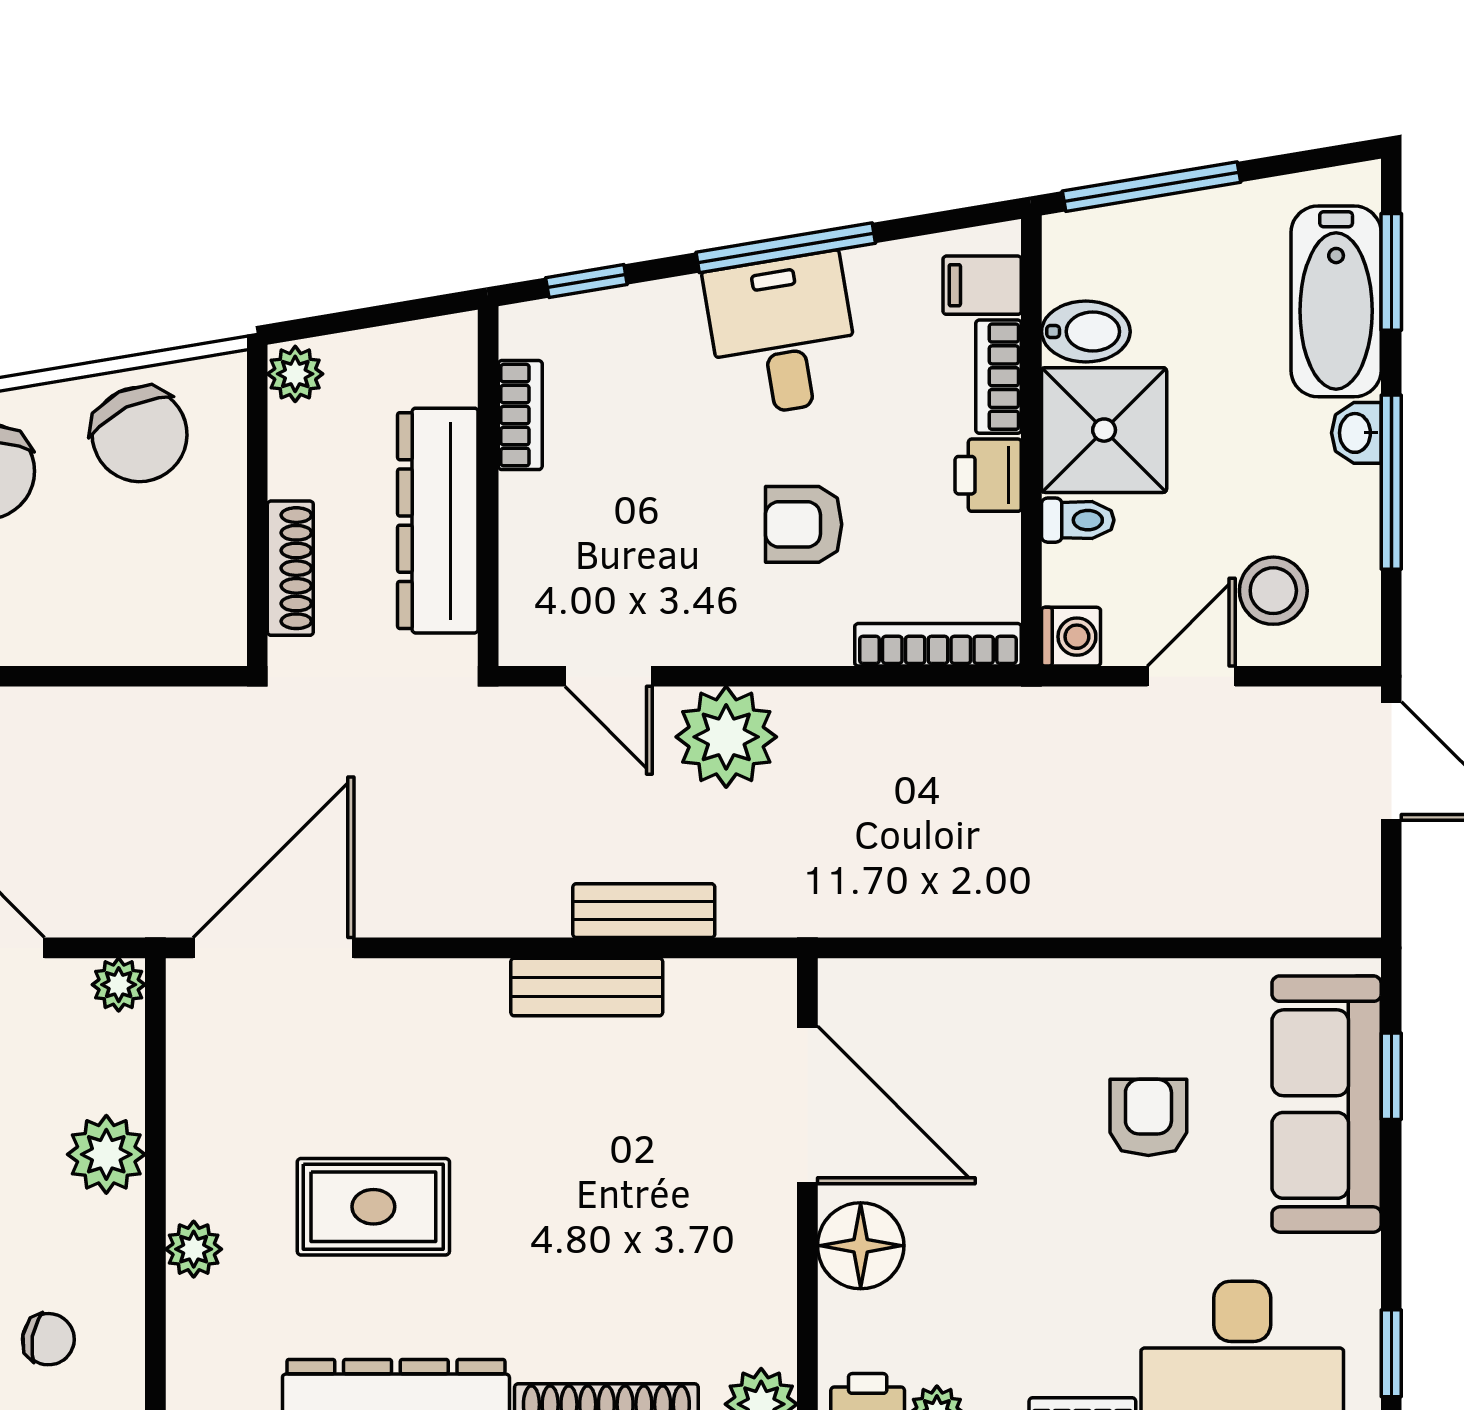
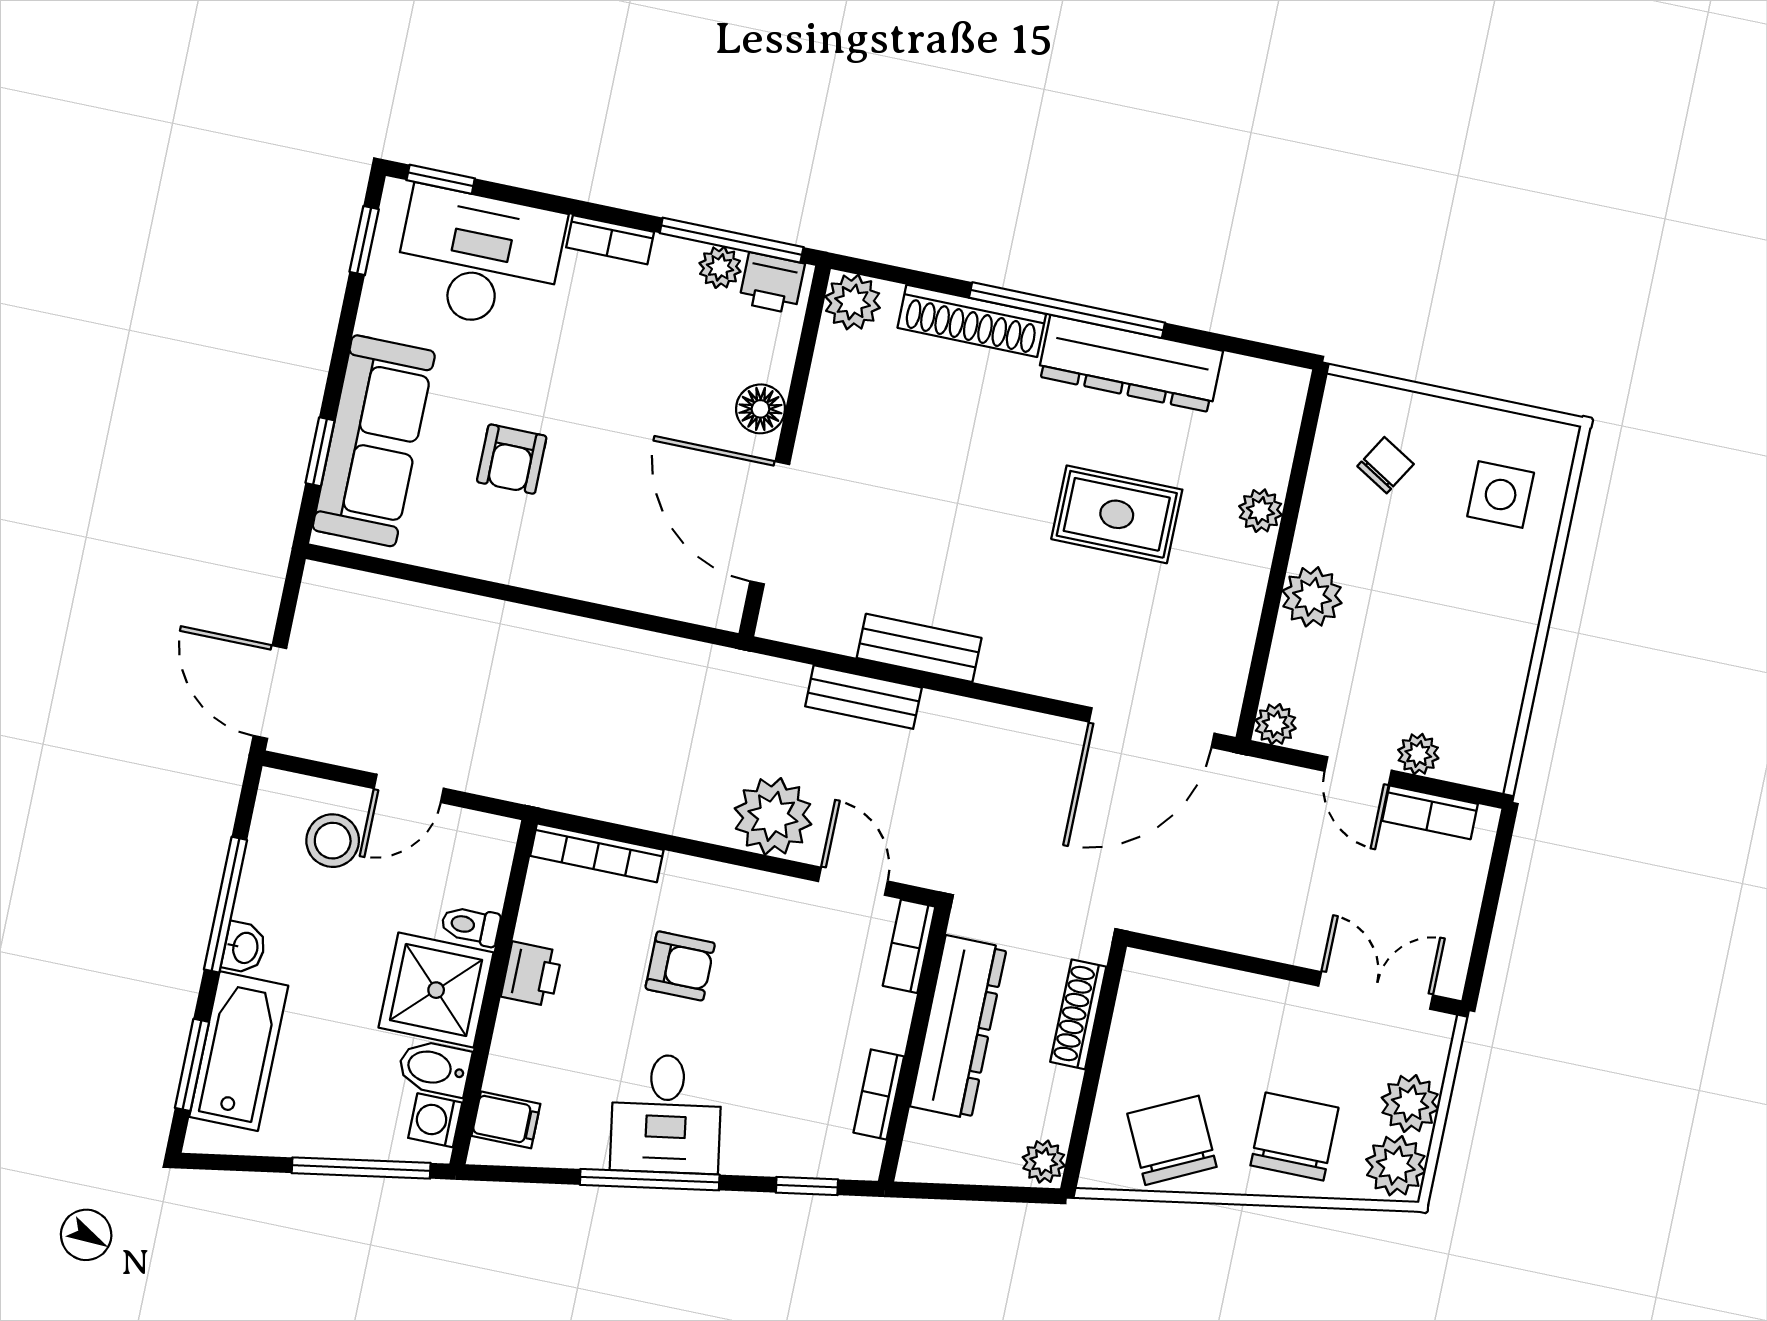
bookcase: (999, 377) -> (909, 946), moved, turned 180
washing machine: (1071, 637) -> (435, 1120), moved
floor lamp: (861, 1246) -> (760, 409), width x0.73, depth x0.73
chair: (48, 1339) -> (1386, 465), turned 111

